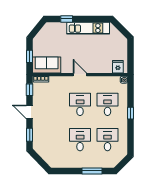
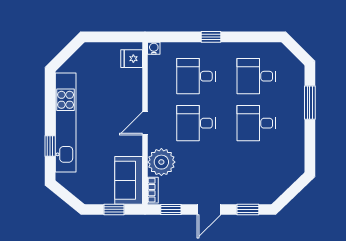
kitchen unit: (88, 28) -> (66, 123), width x1.36
plant: (57, 84) -> (161, 162), added

